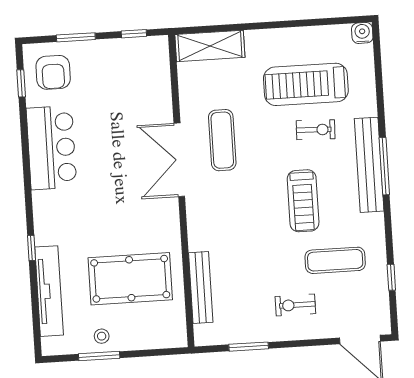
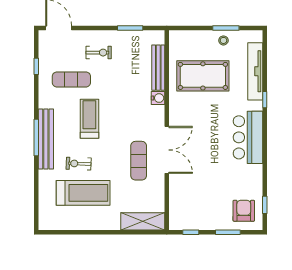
water cooler: (362, 33) -> (158, 98), moved, turned -90
bar counter: (51, 148) -> (248, 137), moved

